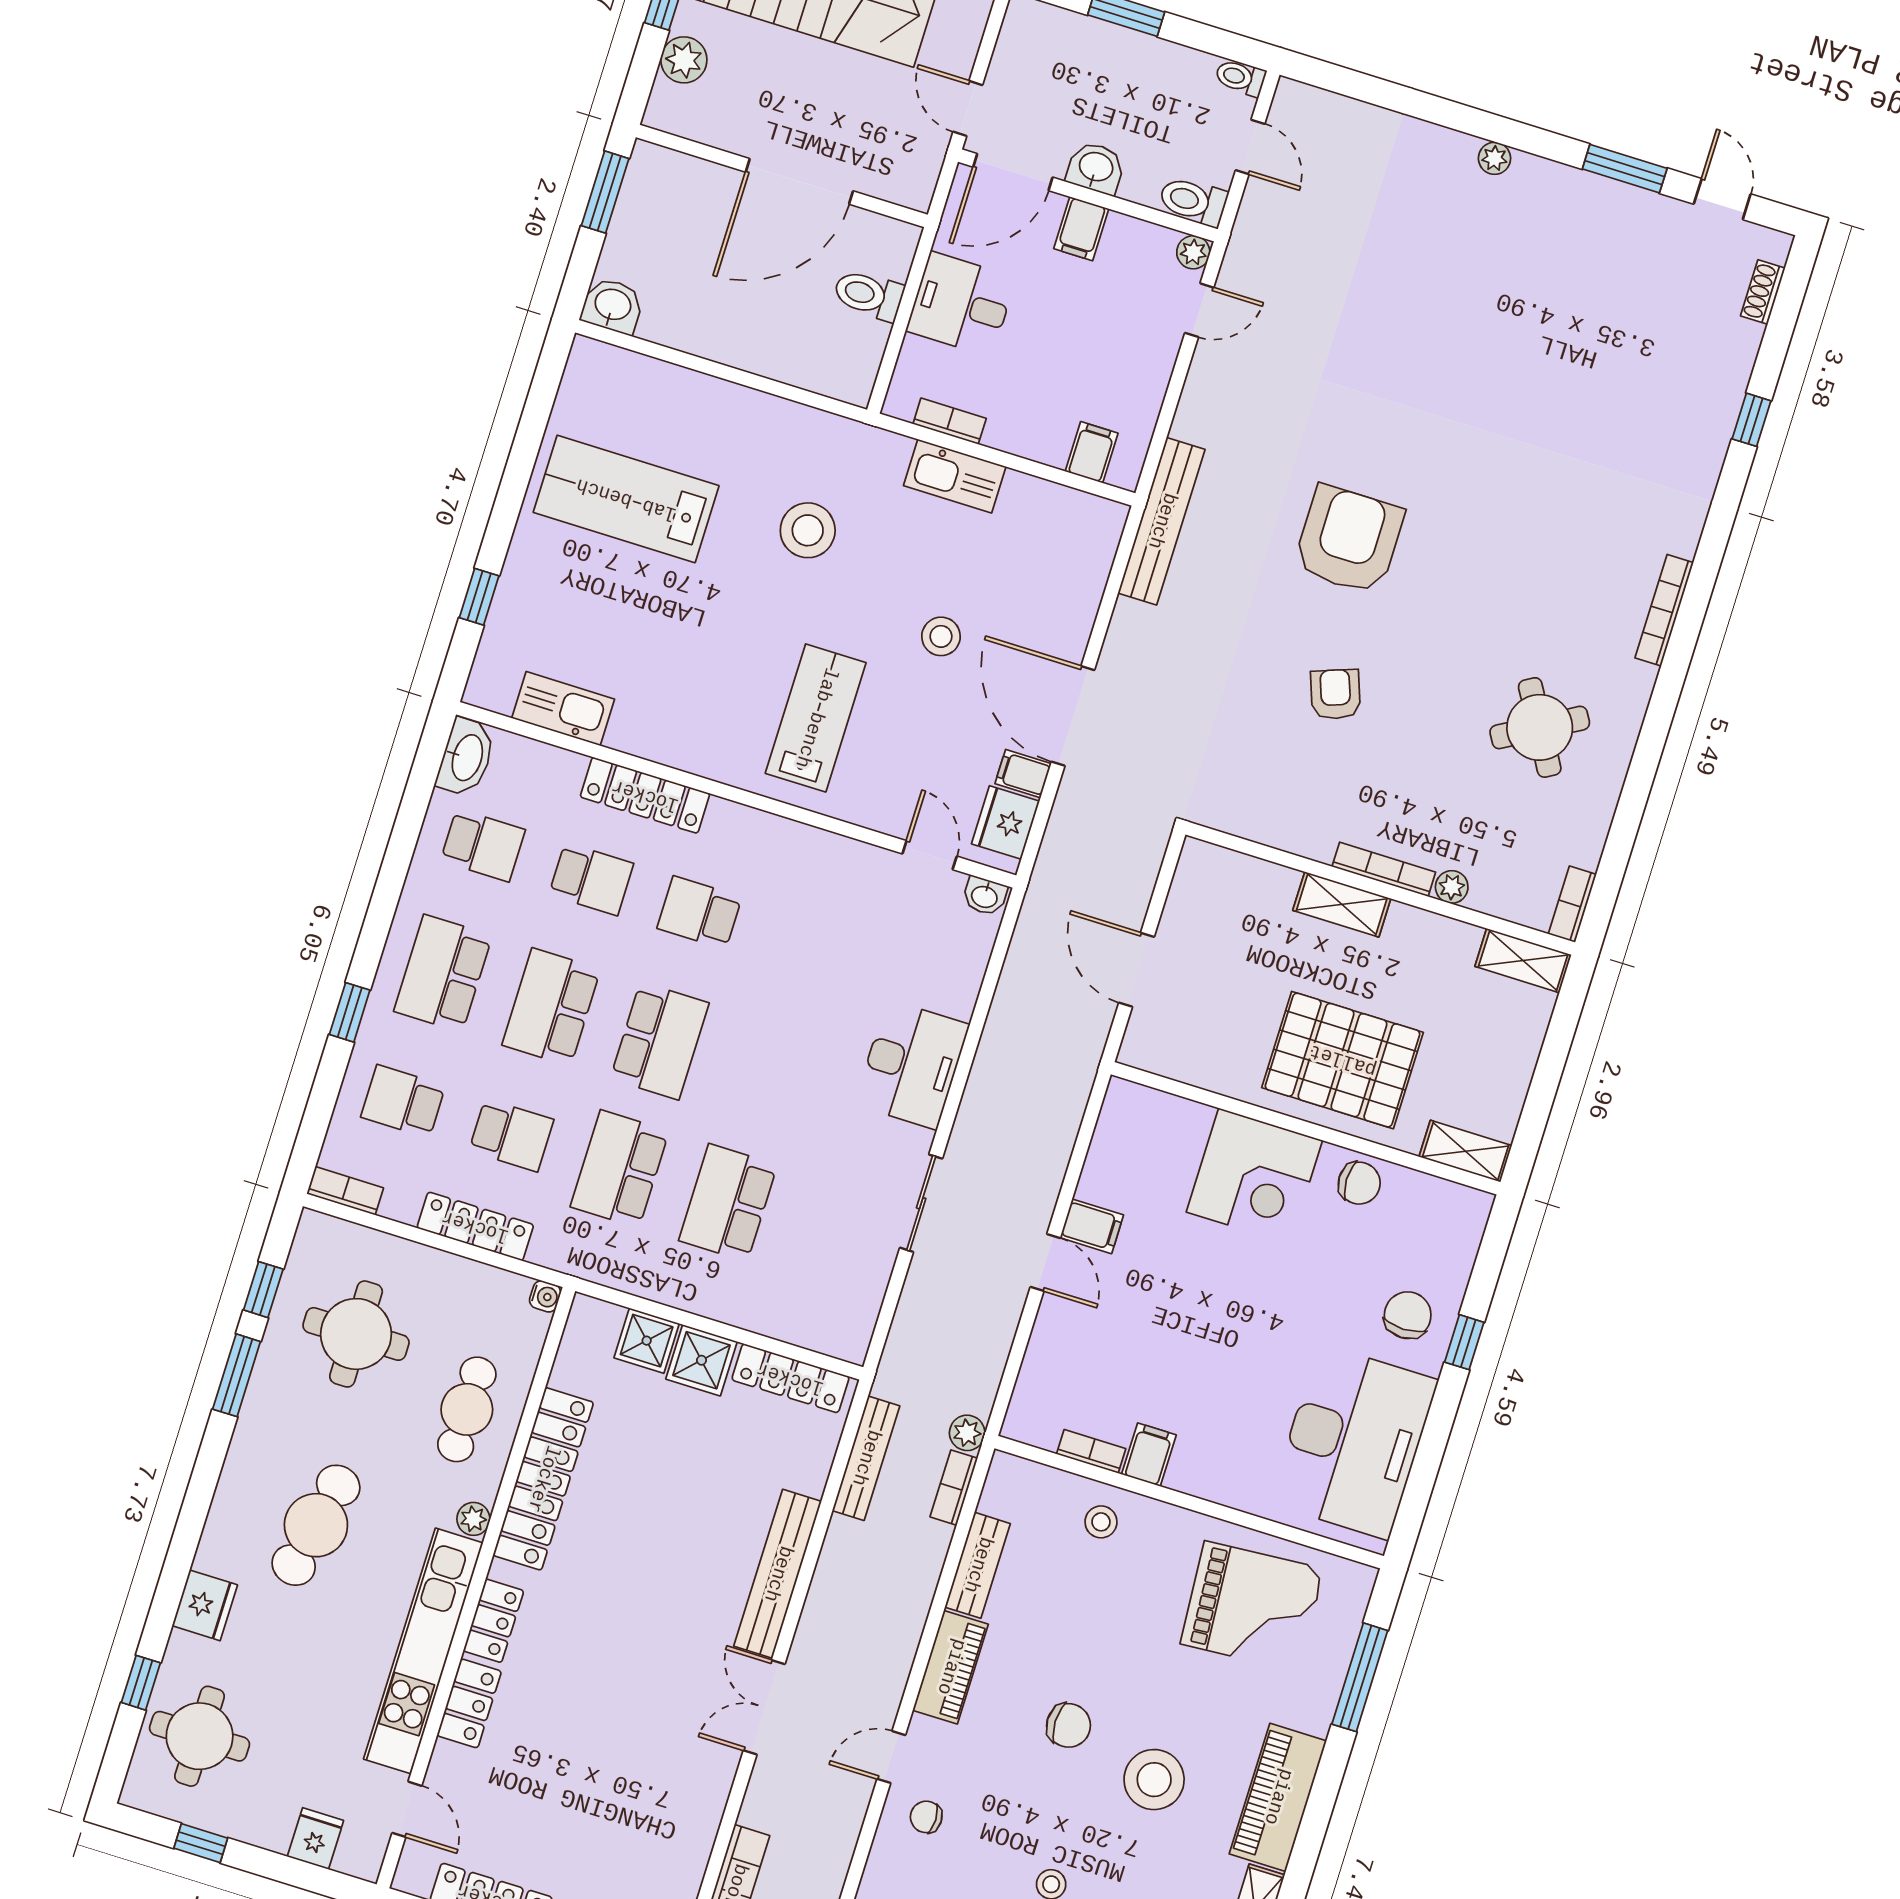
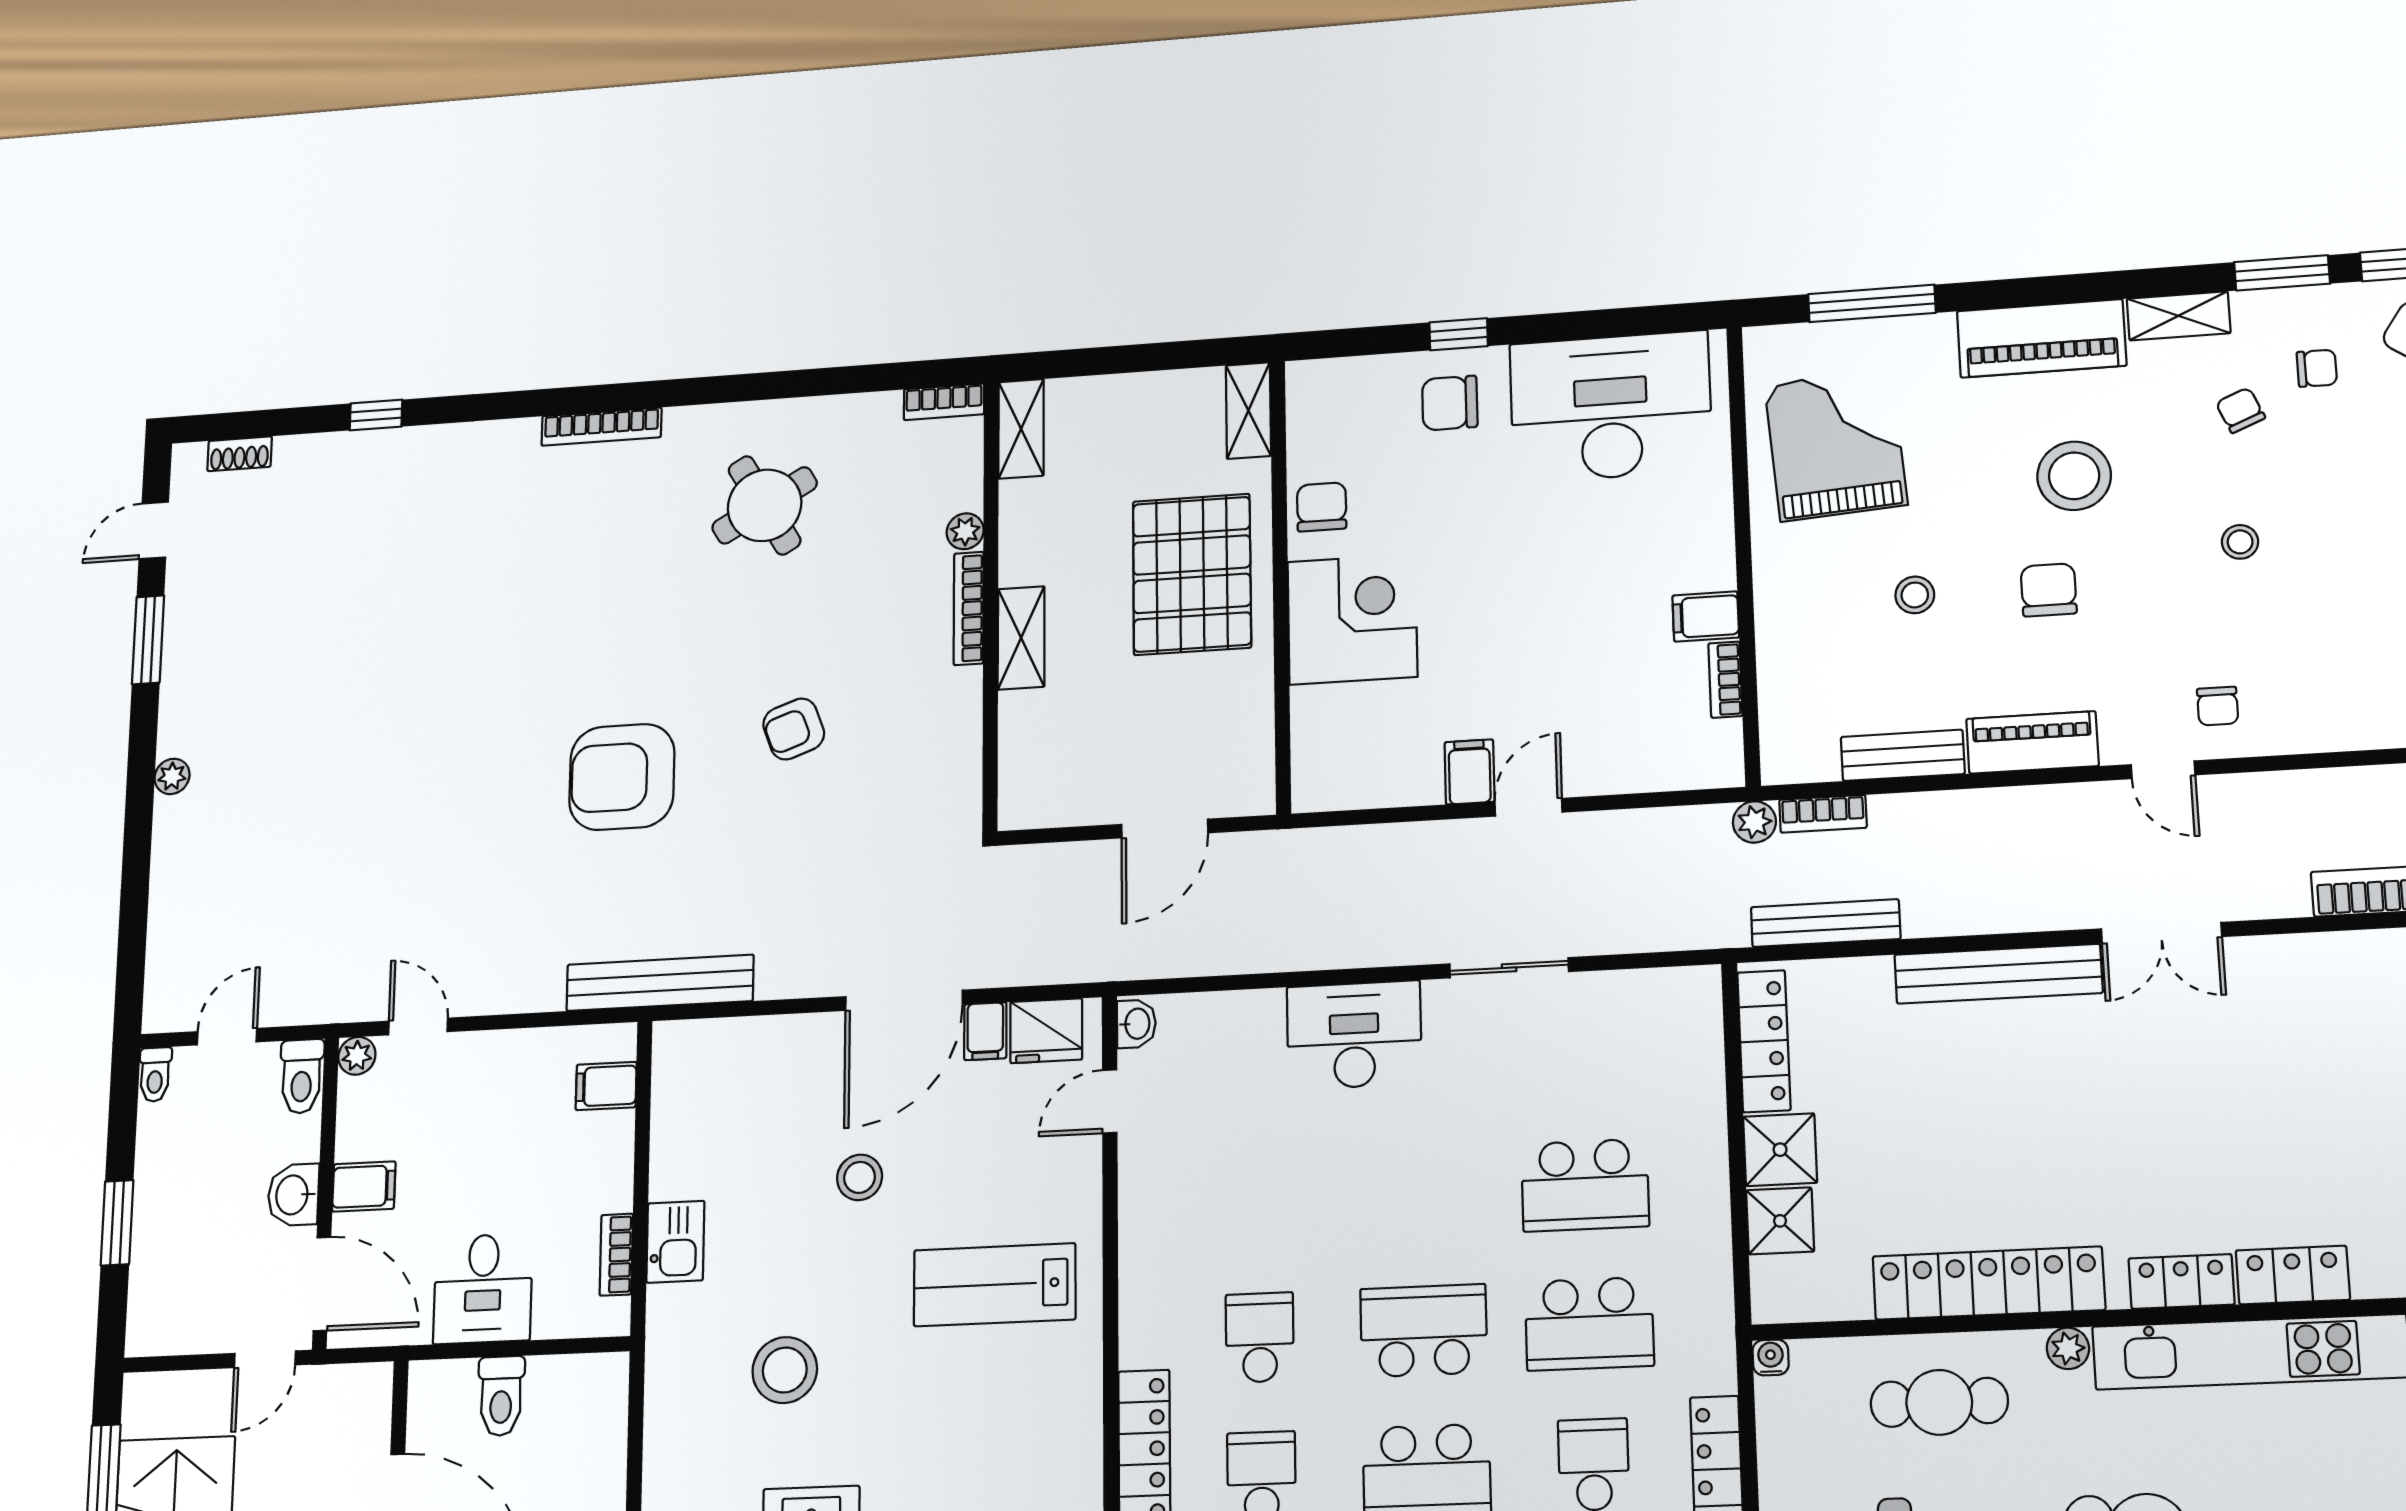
kitchen sink: (955, 476) -> (675, 1242), width x0.73
school desk: (700, 913) -> (1260, 1338), turned 180
stool: (1101, 1522) -> (1915, 595), moved

